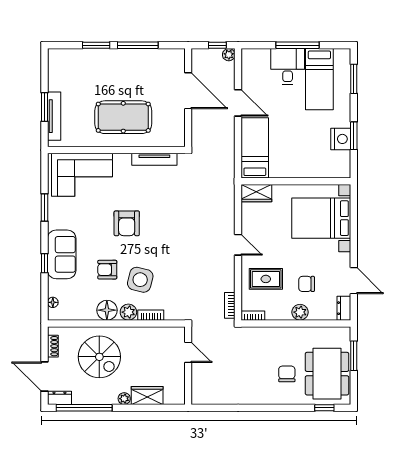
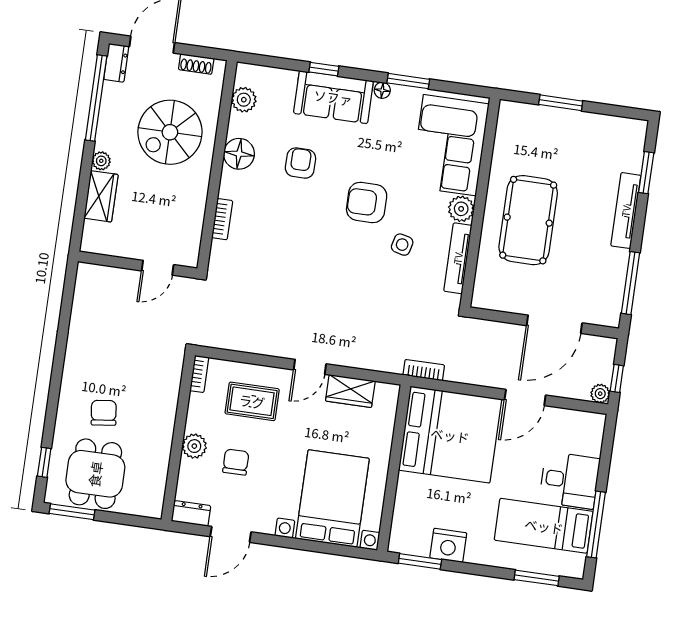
window: (96, 45) -> (646, 173), moved
window: (138, 45) -> (630, 283), moved
window: (297, 45) -> (596, 524), moved
tv unit: (54, 116) -> (626, 211), moved, turned 90
window: (354, 136) -> (420, 561), moved
bed: (255, 148) -> (450, 435), width x2.04
plant: (122, 162) -> (461, 209), added
wardrobe: (256, 193) -> (350, 391), moved, turned -90
rug: (266, 279) -> (252, 401), turned 90
side table: (140, 280) -> (402, 245), moved, width x0.54, depth x0.54
floor lamp: (53, 302) -> (382, 90), moved
bookcase: (230, 305) -> (424, 370), moved
plant: (128, 312) -> (244, 100), moved
window: (354, 356) -> (72, 512), moved
chair: (287, 374) -> (104, 413), turned -97
dining table: (327, 374) -> (95, 474), width x0.73

